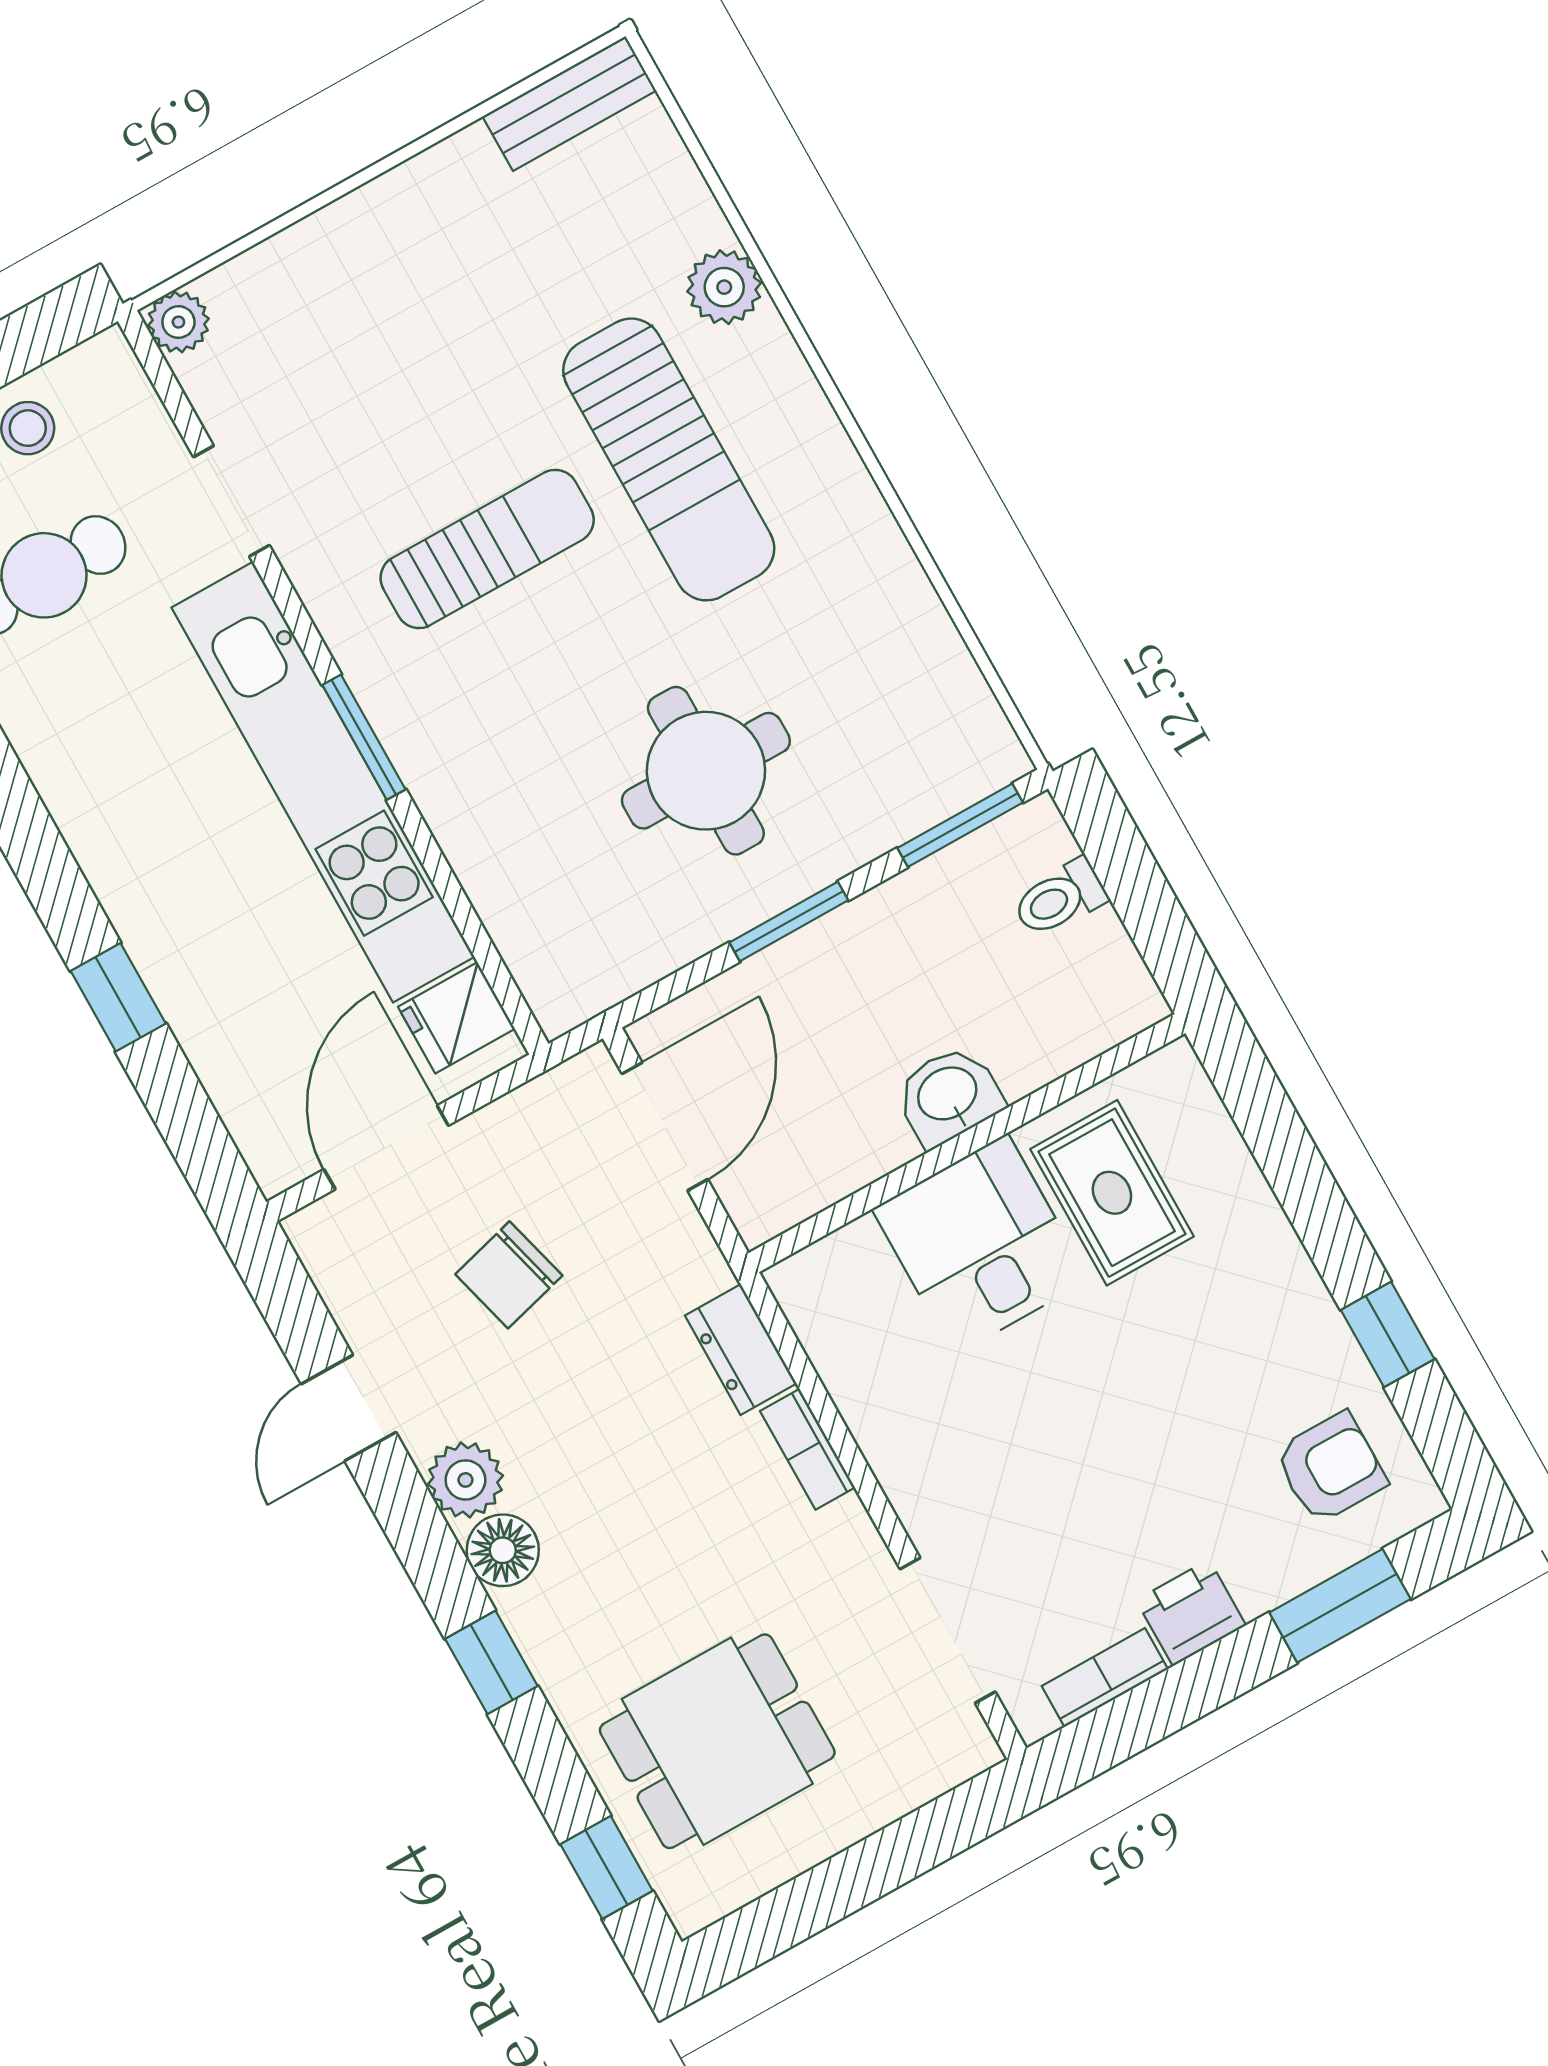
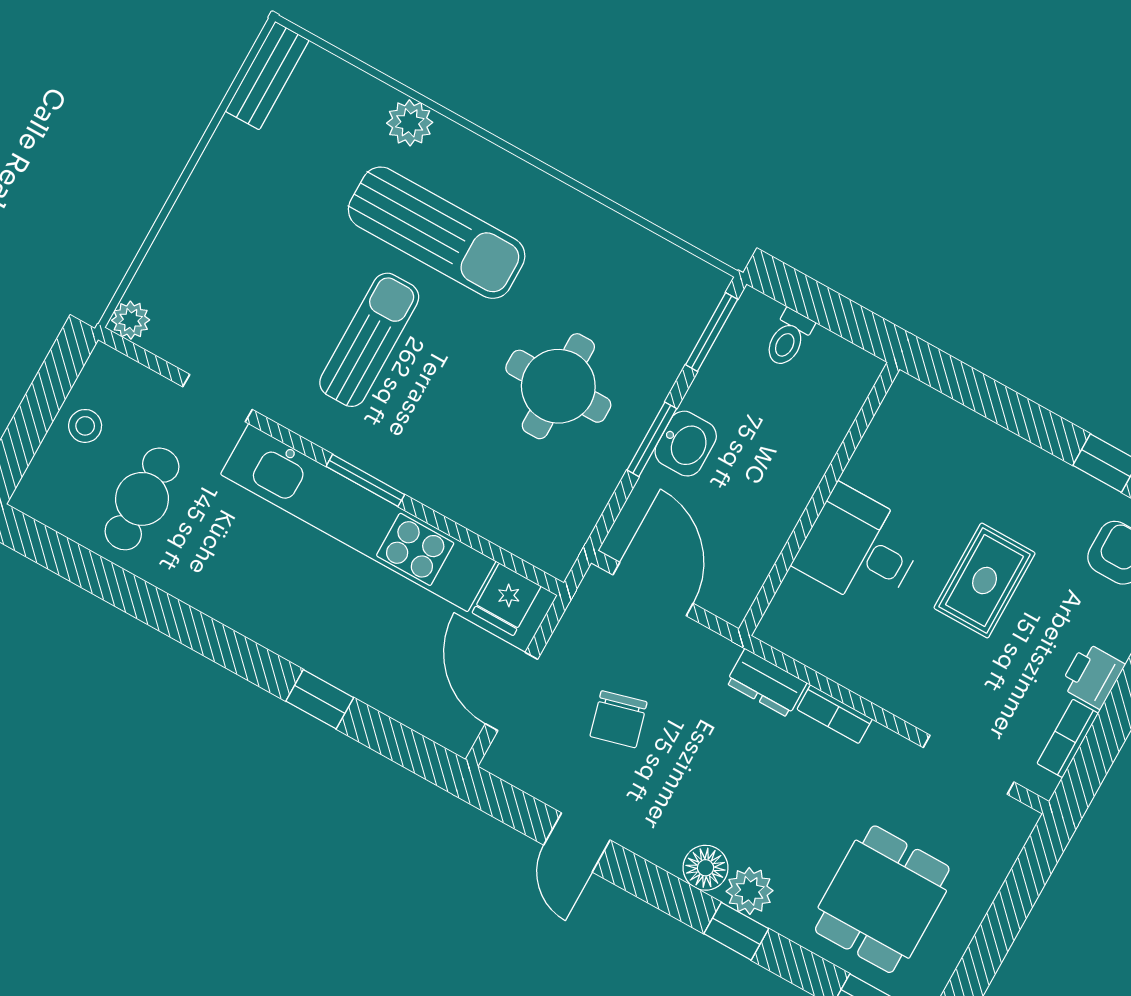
washbasin: (948, 1096) -> (686, 444), moved, turned 180
rug: (1112, 1193) -> (985, 580), moved, turned 90
plant: (465, 1480) -> (750, 891), moved

